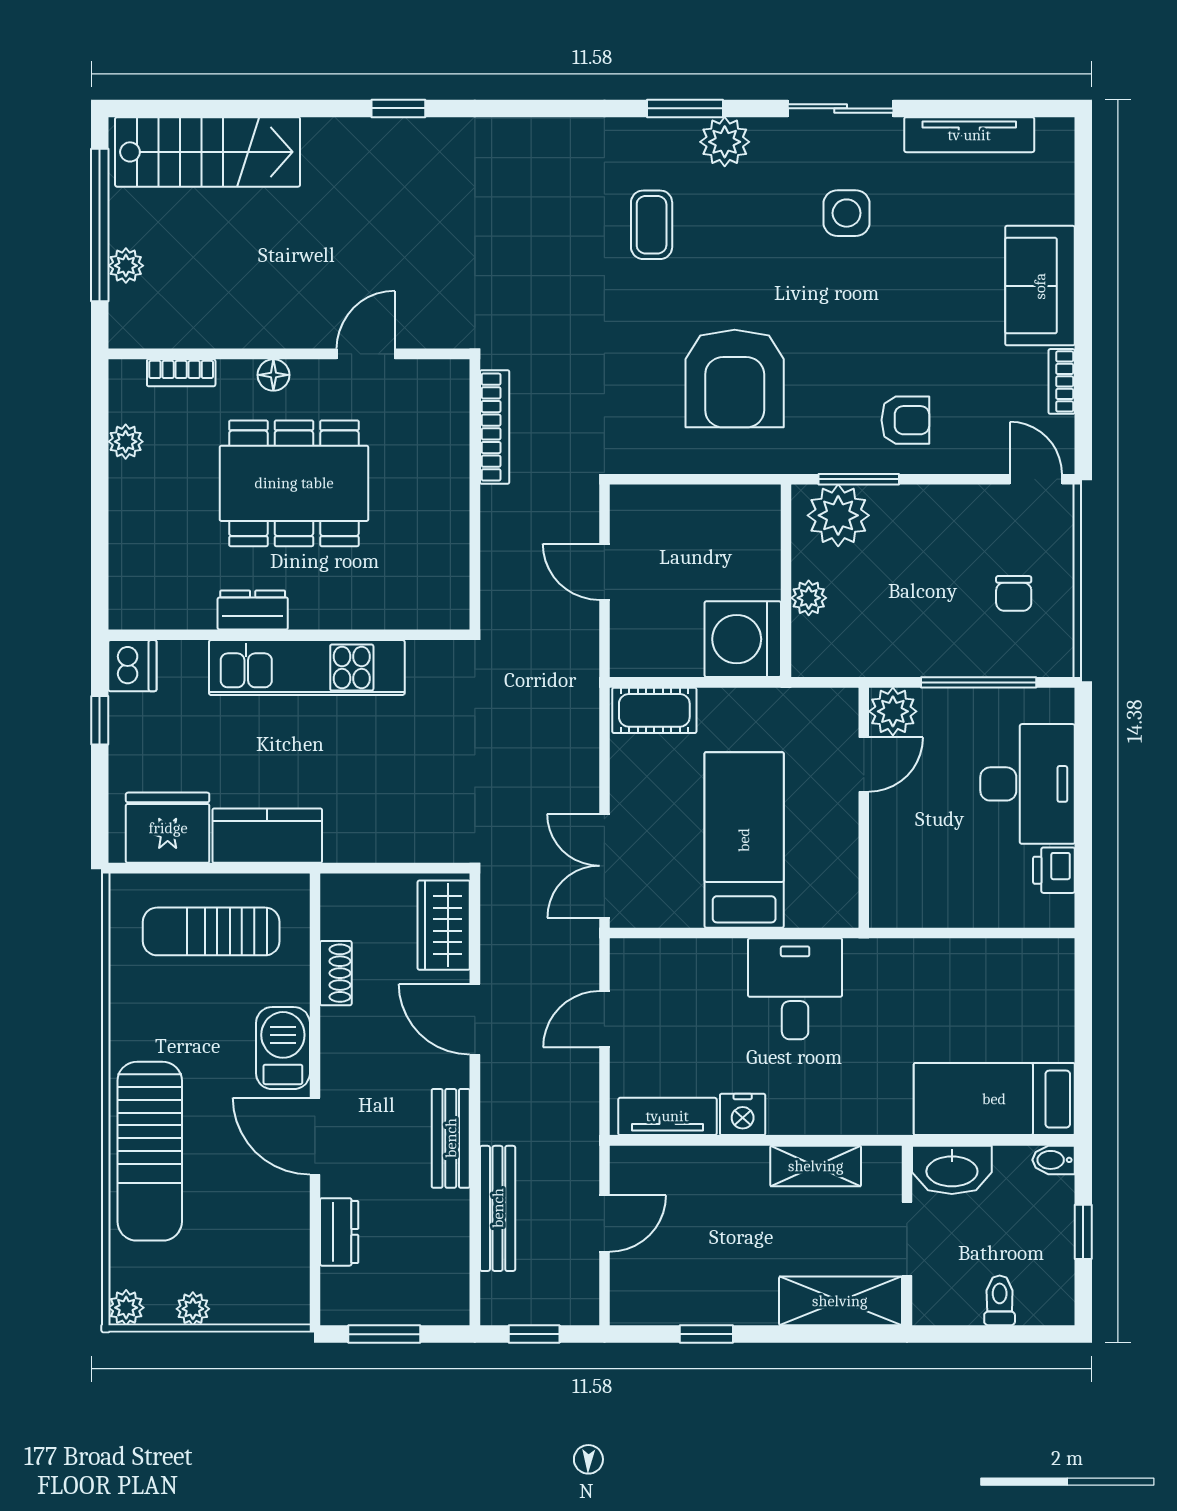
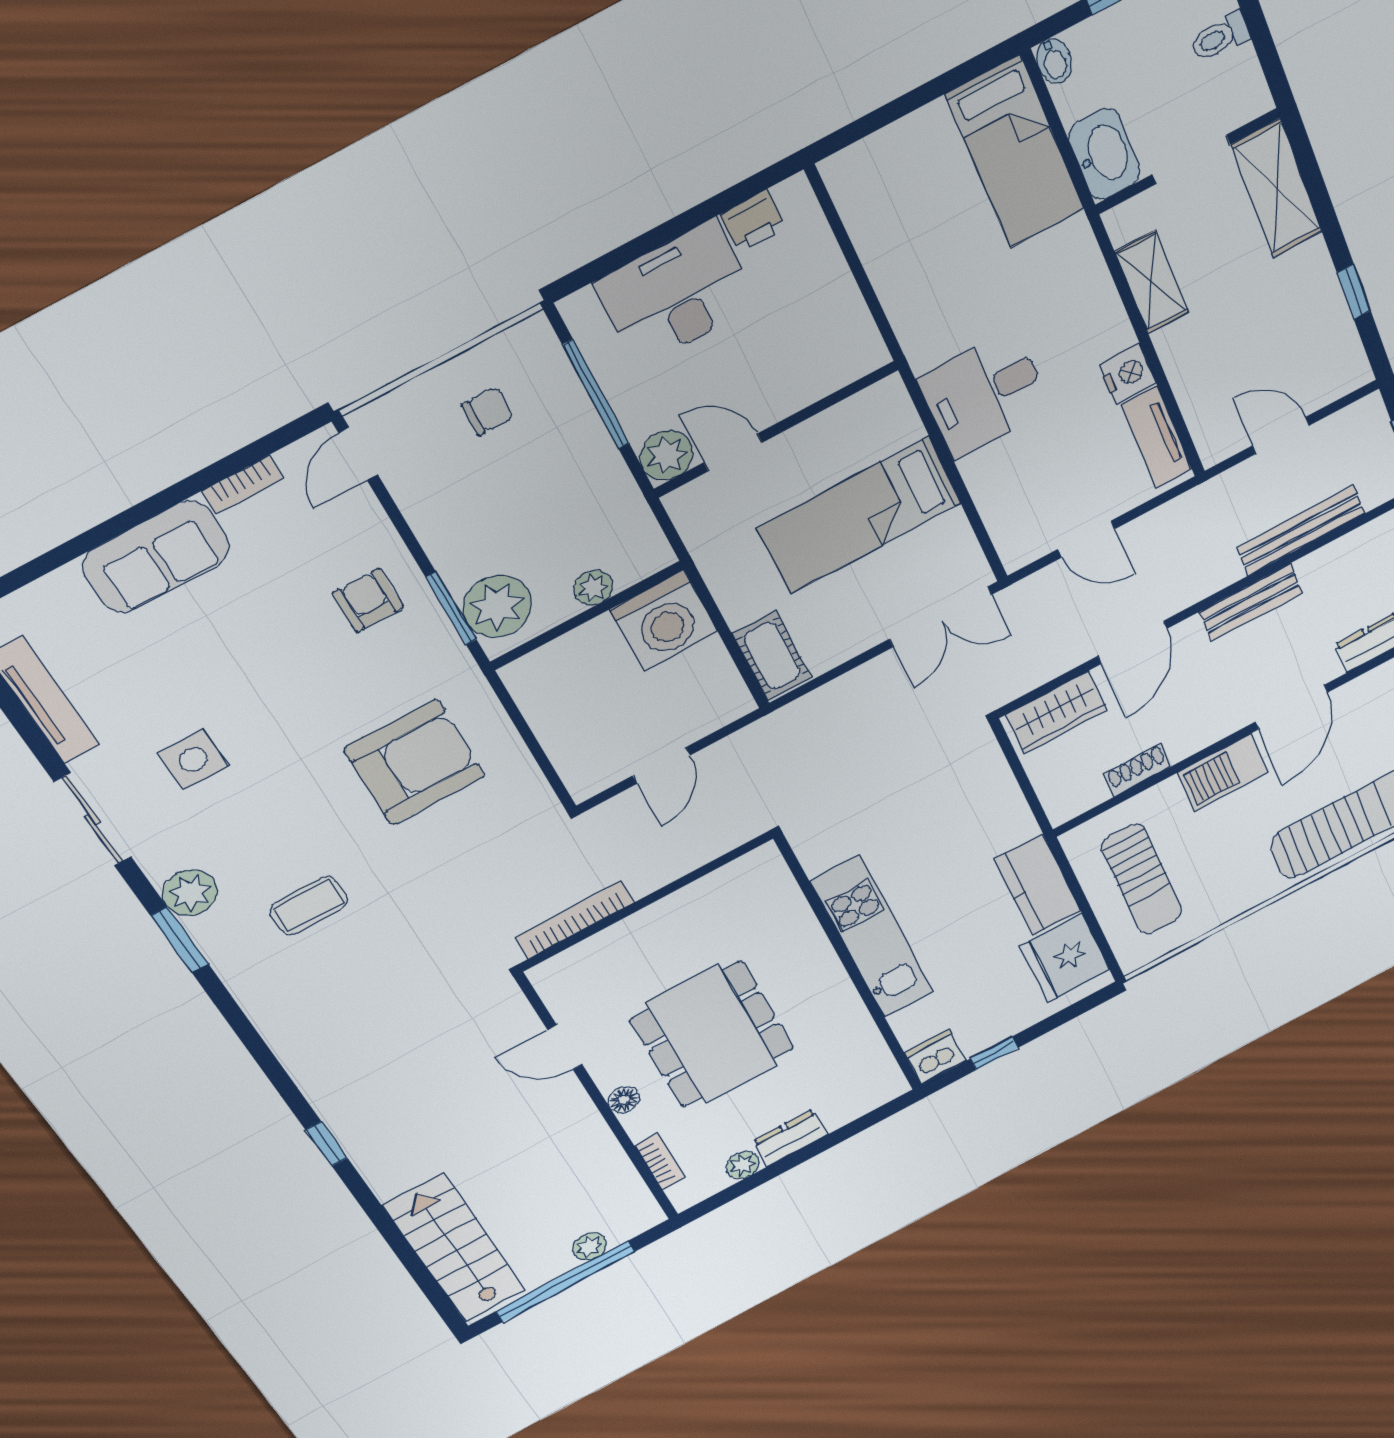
dresser: (253, 610) -> (790, 1138), moved, turned 90

